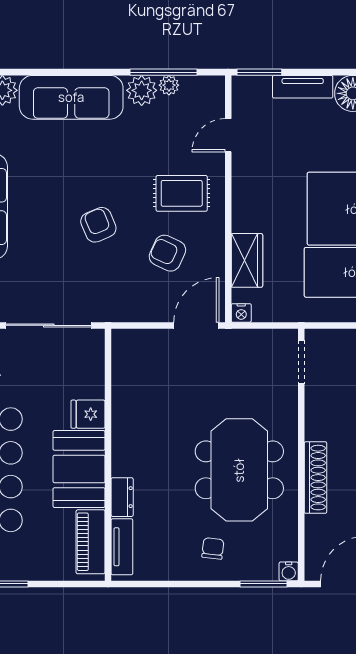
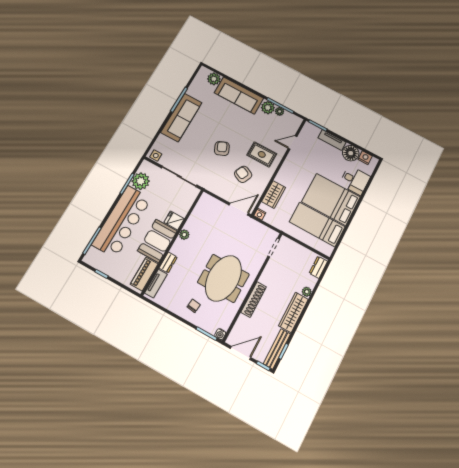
plant: (122, 430) -> (184, 235), added

